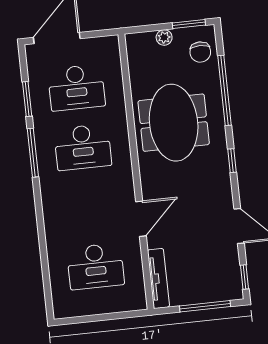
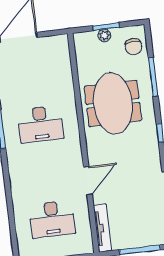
window: (189, 24) -> (106, 27), moved
desk: (76, 88) -> (35, 77), removed
window: (225, 90) -> (153, 77), width x0.68

